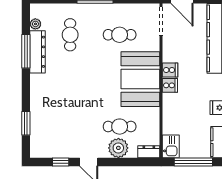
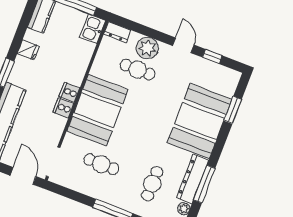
booth: (50, 103) -> (200, 121), added

